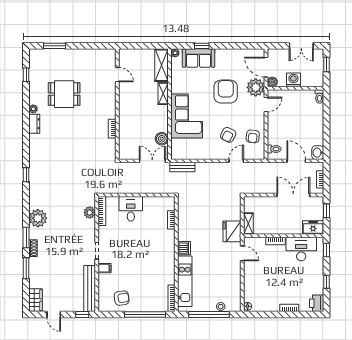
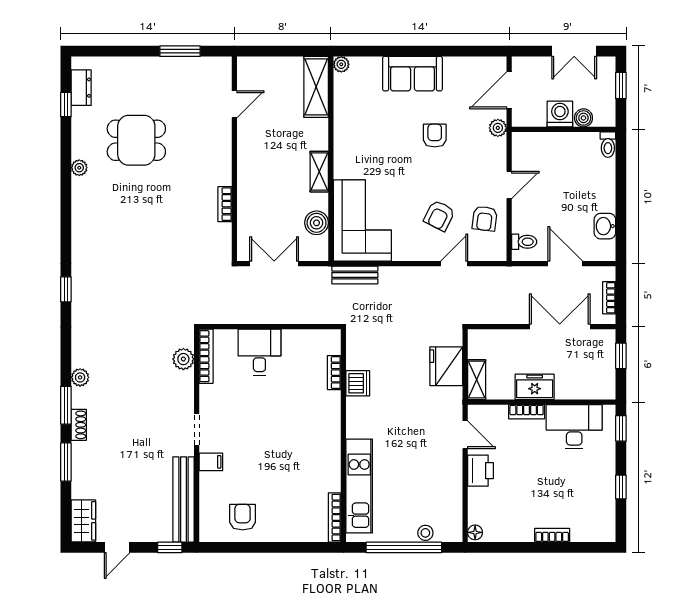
window: (55, 46) -> (180, 51), moved
window: (202, 46) -> (390, 51), removed
sofa: (199, 58) -> (412, 74), moved
door: (266, 67) -> (509, 90), hinge flipped
door: (117, 75) -> (234, 104), hinge flipped
boiler: (272, 82) -> (583, 118), moved
plant: (256, 87) -> (498, 128), width x0.53, depth x0.53
armchair: (226, 92) -> (435, 136), width x0.53, depth x0.53
shelving: (163, 94) -> (319, 172), moved
door: (266, 104) -> (509, 185), moved
corner sofa: (187, 116) -> (362, 220), moved
dresser: (34, 124) -> (81, 88), moved
washbasin: (318, 153) -> (605, 226), moved
double door: (152, 161) -> (274, 264), moved
plant: (38, 218) -> (80, 377), width x0.53, depth x0.53
freezer: (313, 228) -> (535, 387), moved
fridge: (232, 231) -> (446, 366), moved
dishwasher: (184, 248) -> (358, 383), moved
armchair: (122, 298) -> (243, 517), turned -82
printer: (317, 303) -> (480, 471), moved, turned 180
door: (54, 314) -> (117, 547), hinge flipped
window: (145, 314) -> (286, 547), removed

